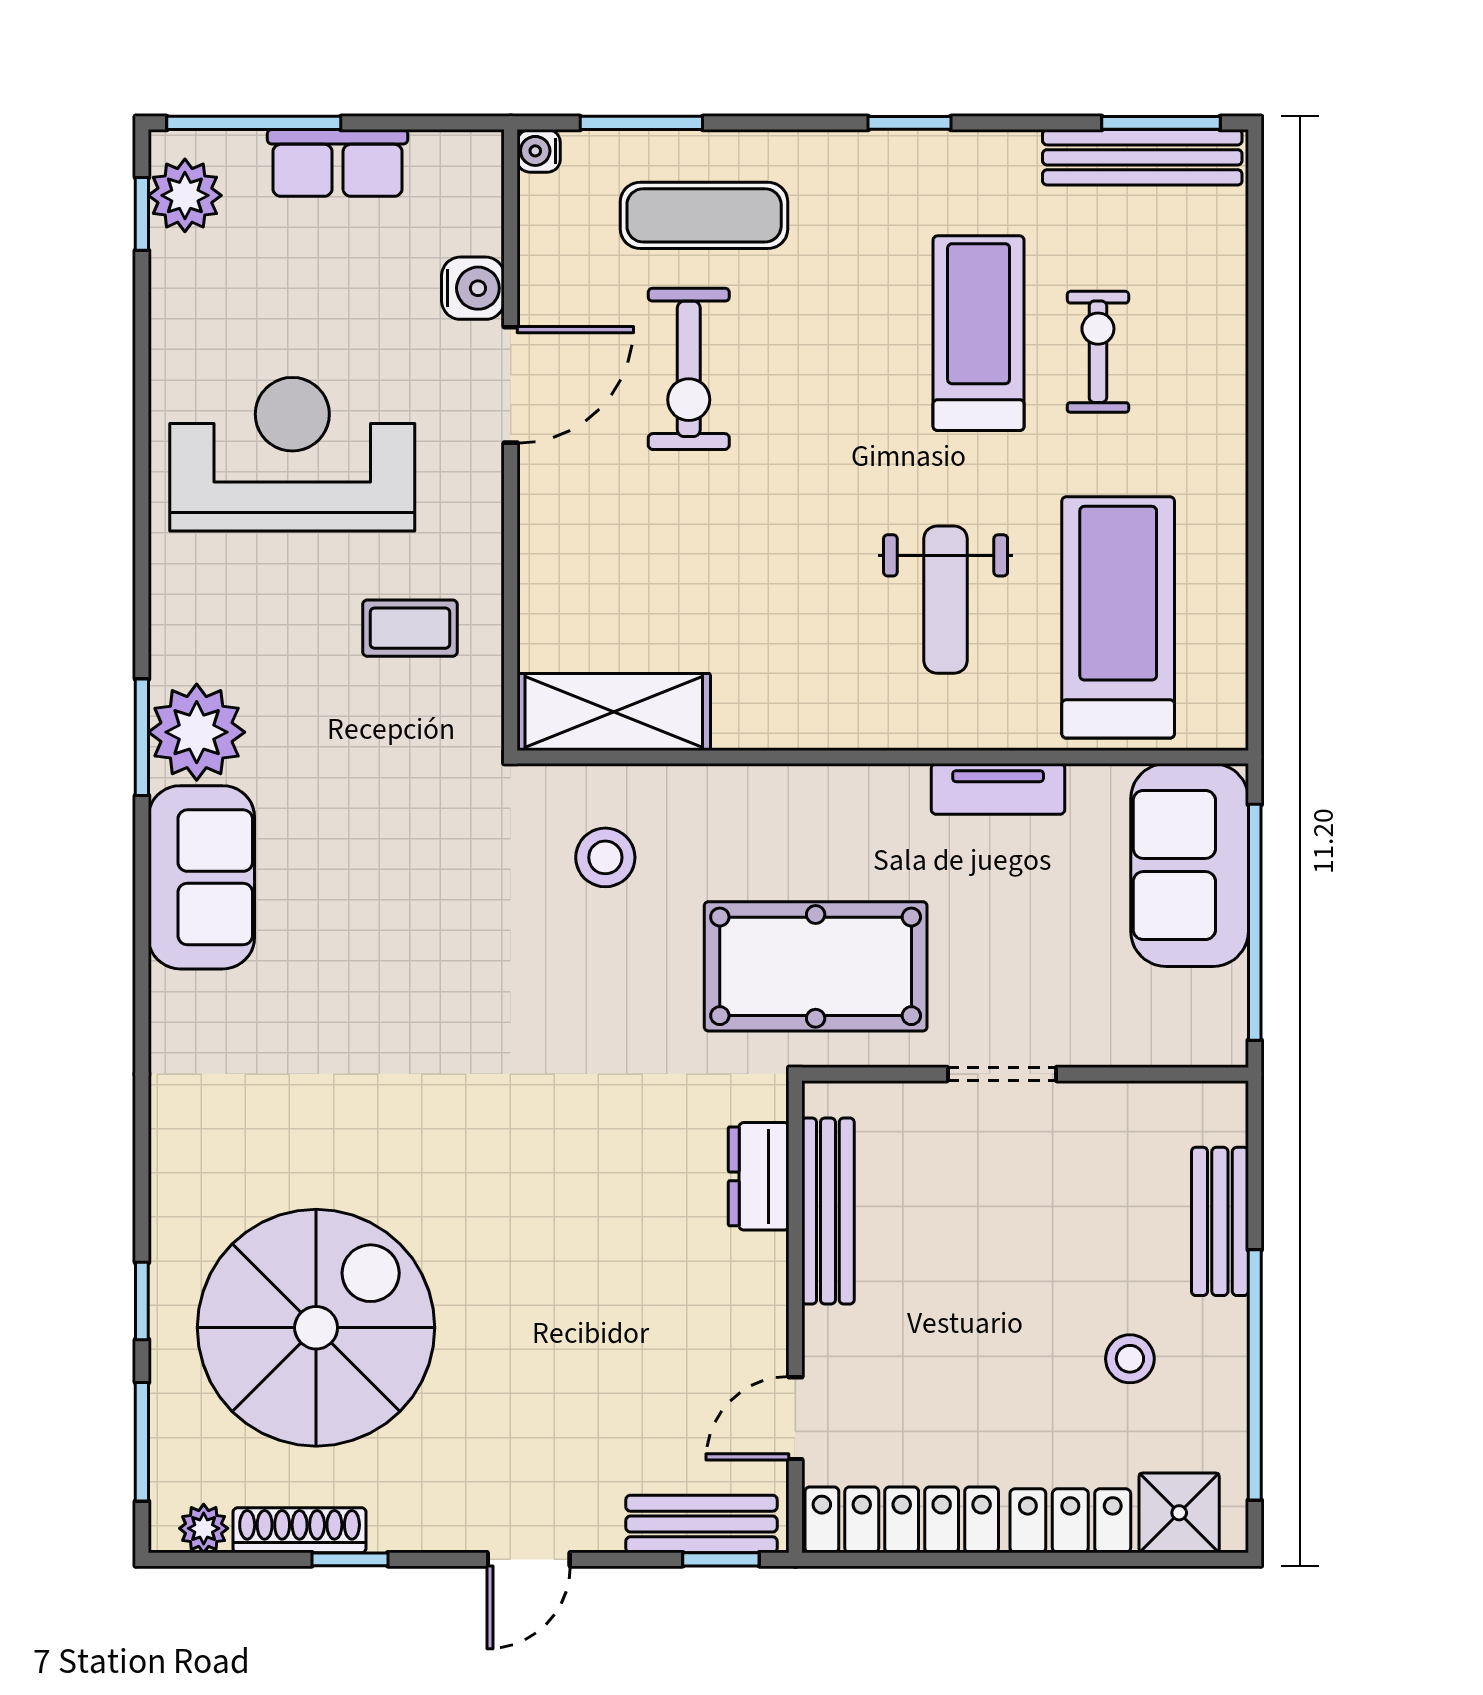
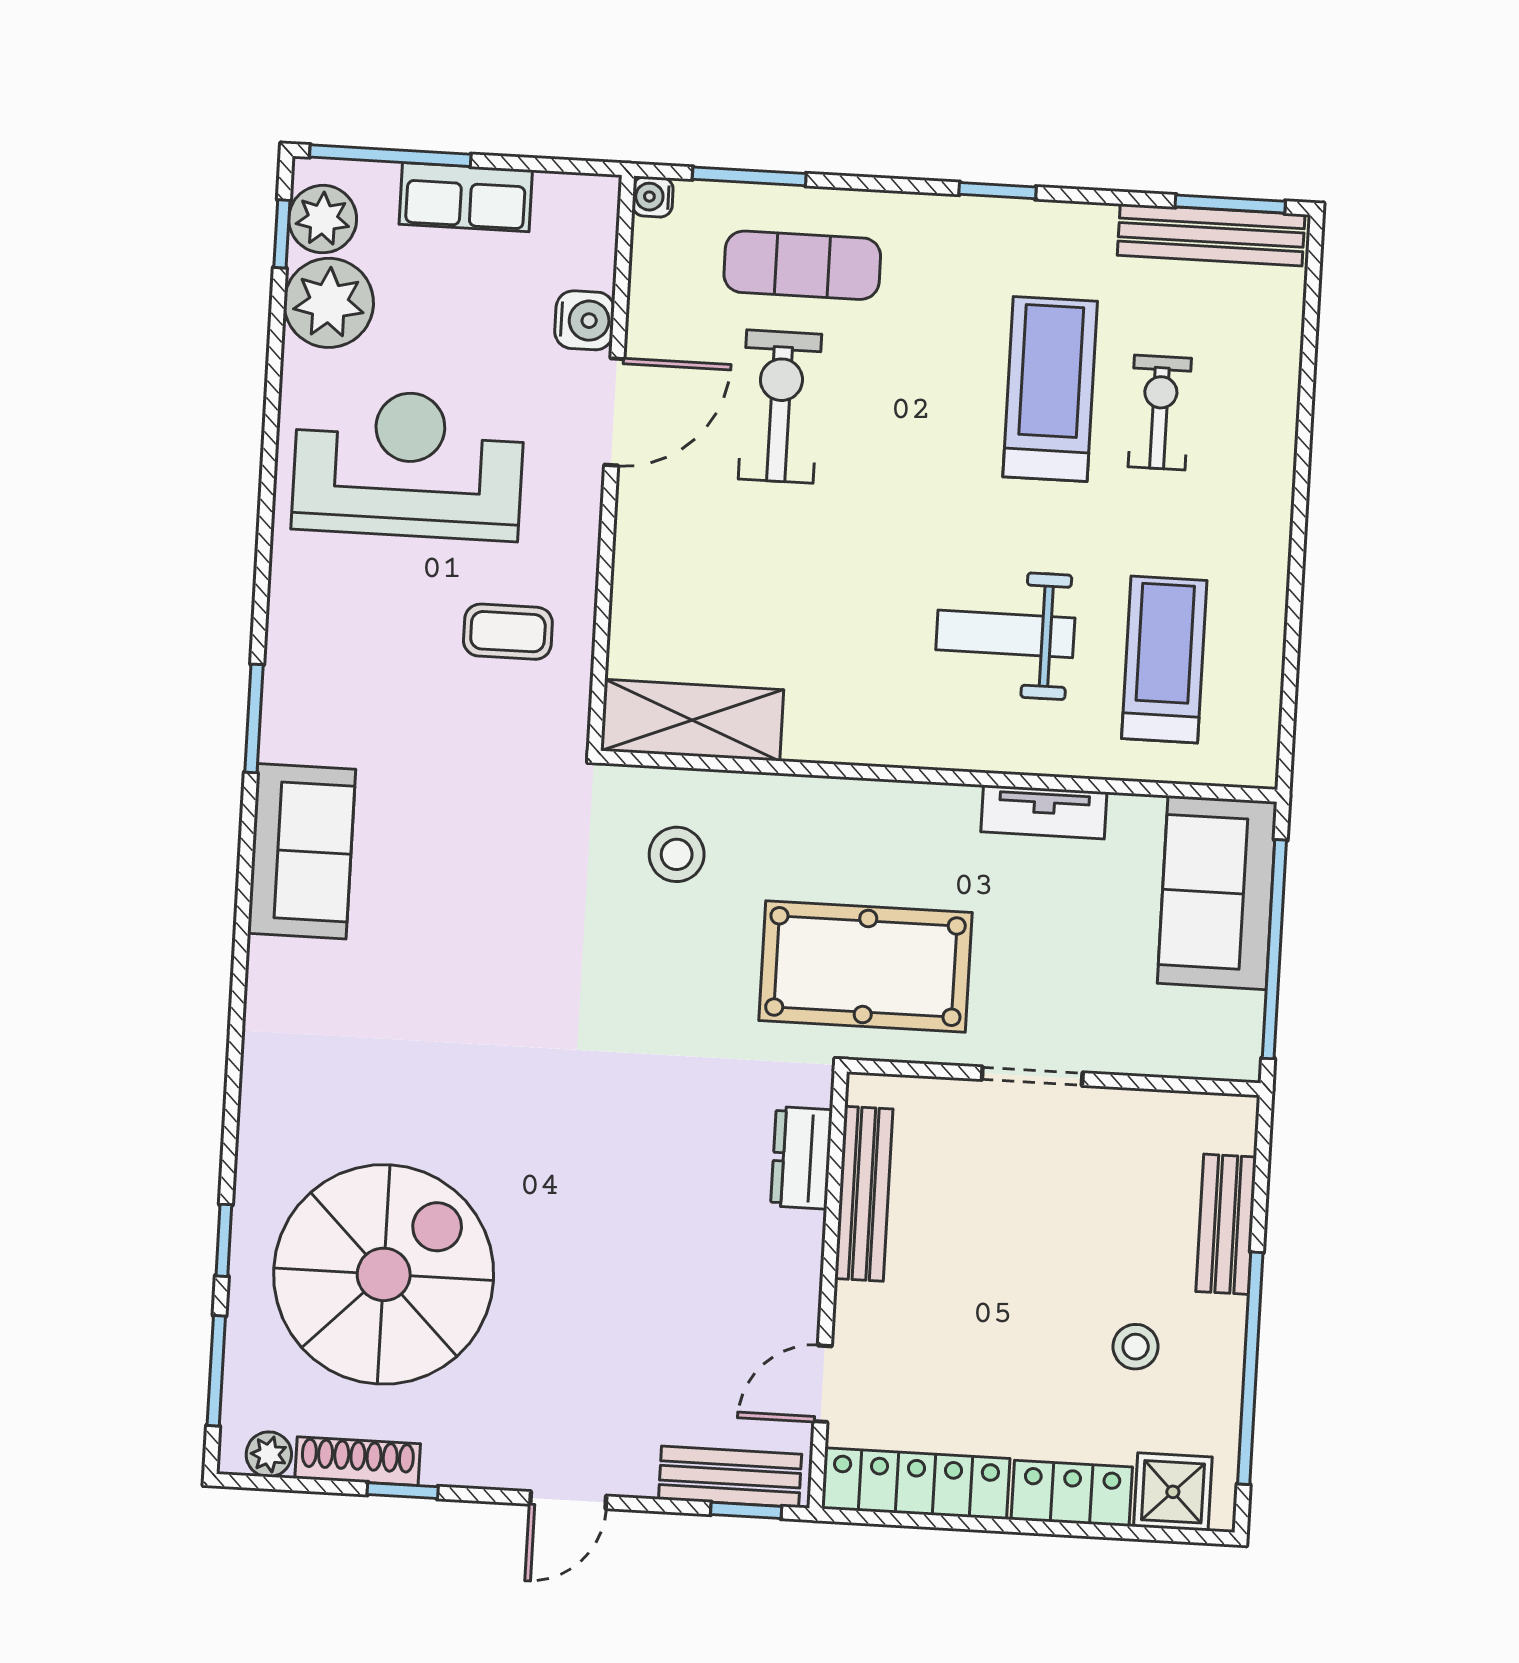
exercise bike: (689, 369) -> (780, 407), turned 180
weight bench: (946, 600) -> (1005, 634), turned 90
treadmill: (1118, 617) -> (1164, 660), width x0.73, depth x0.73
plant: (197, 732) -> (329, 303), moved

